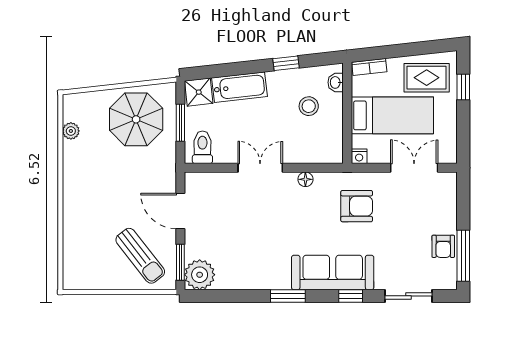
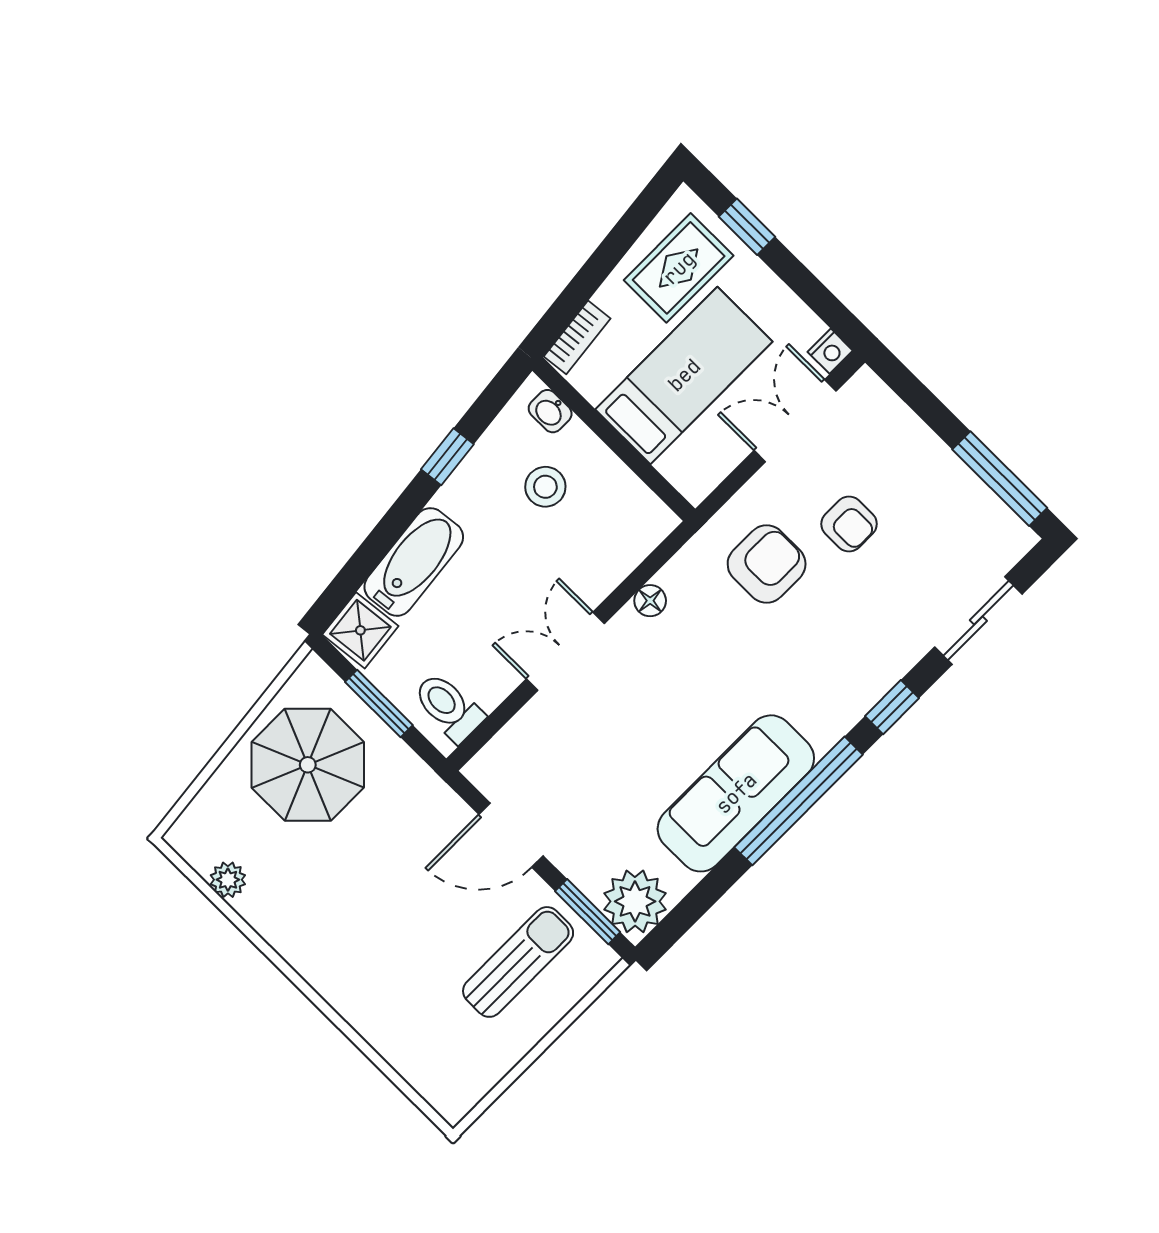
nightstand: (359, 156) -> (830, 351), moved
armchair: (443, 246) -> (849, 524), moved
sun lounger: (140, 256) -> (518, 962), turned -52
sofa: (333, 272) -> (736, 793), moved
window: (288, 296) -> (799, 801), width x2.11

